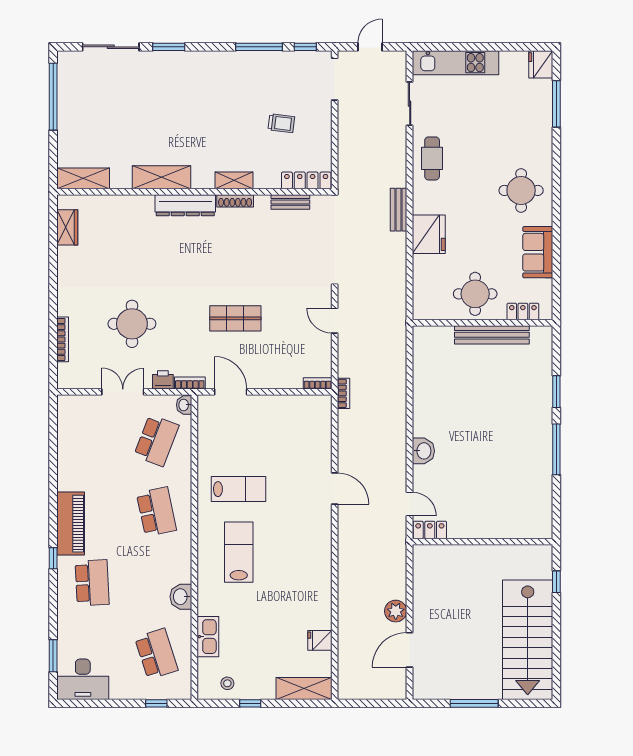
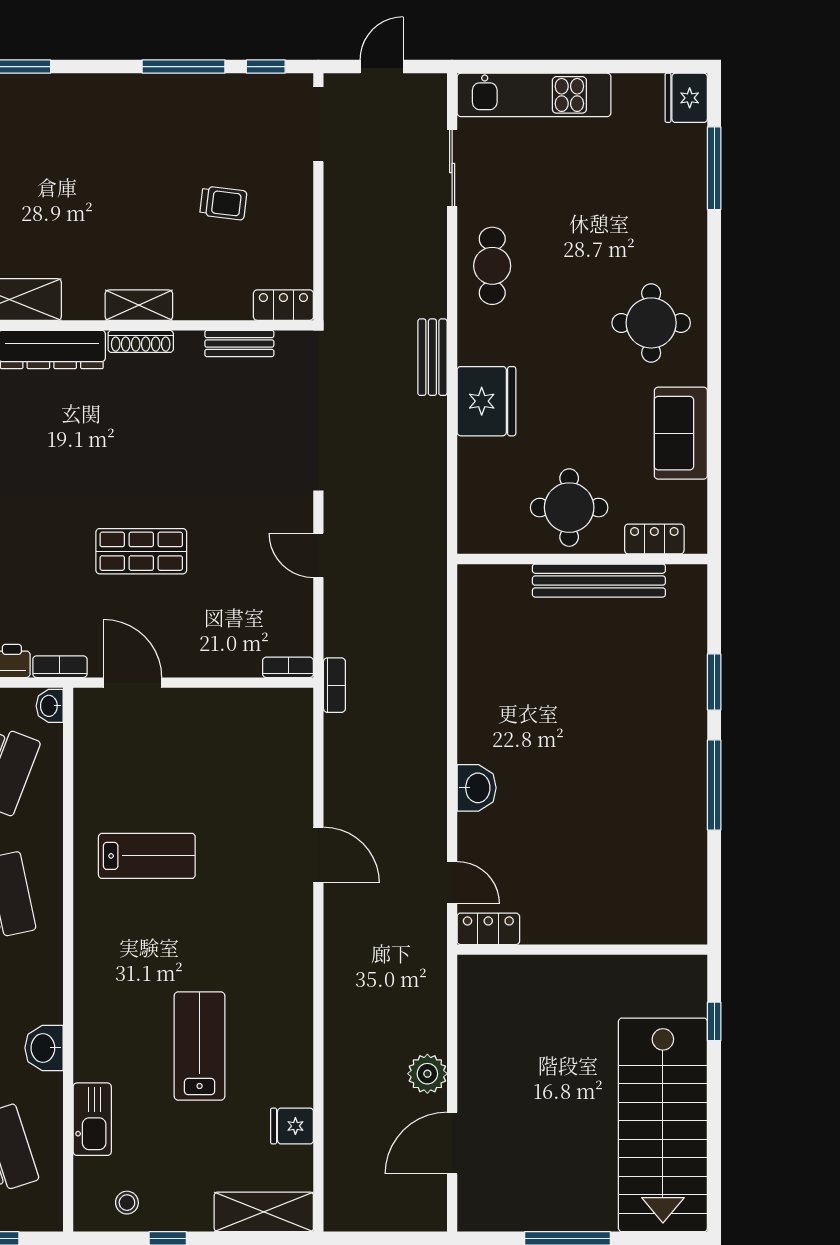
locker: (306, 180) -> (283, 305), width x0.66
lab bench: (239, 552) -> (200, 1046), moved

